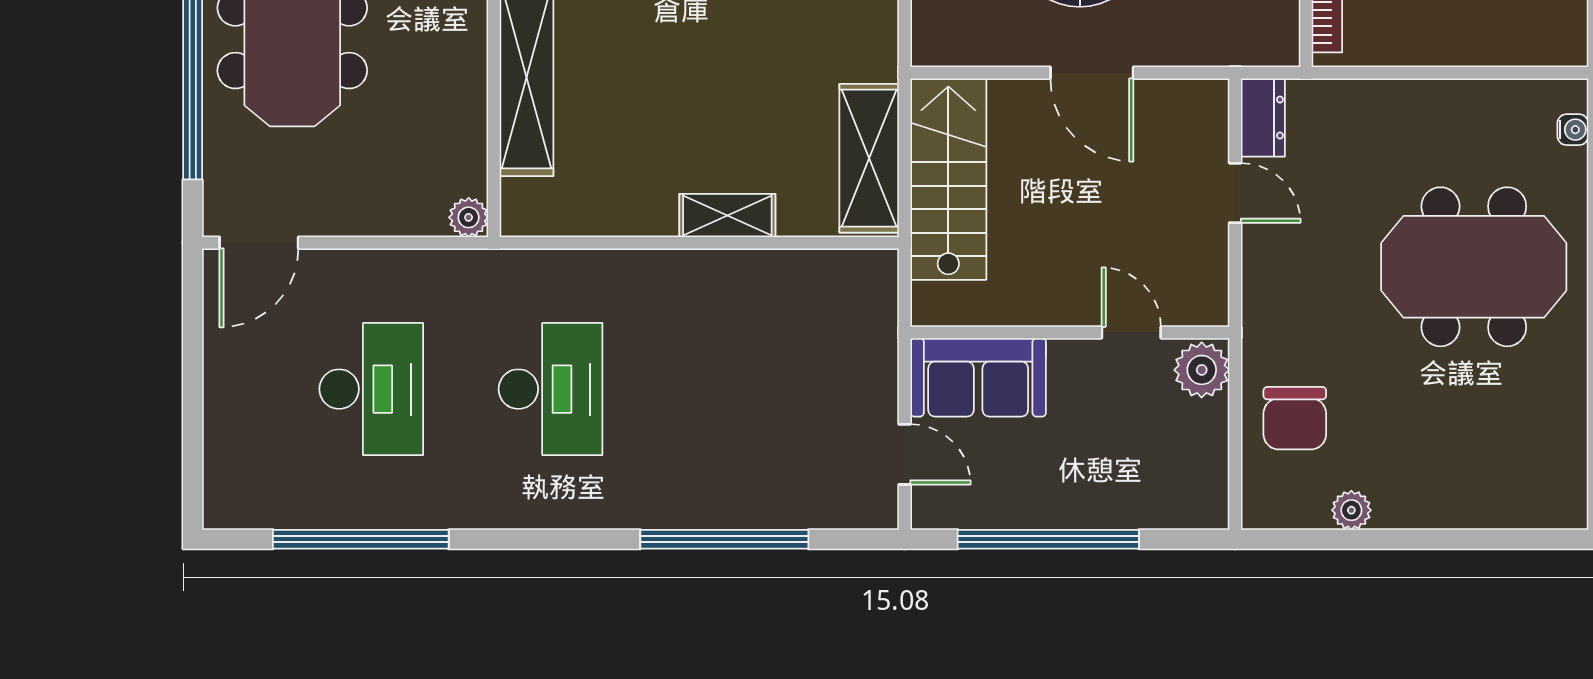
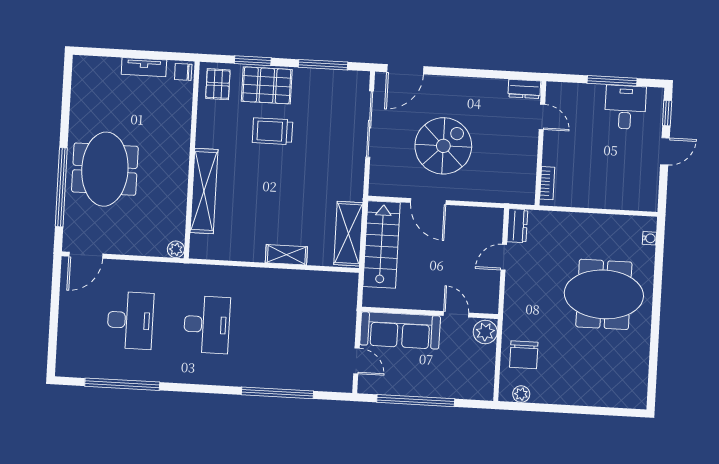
door: (1092, 73) -> (428, 202), moved
door: (1235, 193) -> (504, 257), swing flipped
sofa: (978, 377) -> (400, 330), width x1.36
plant: (1351, 510) -> (521, 394), moved

